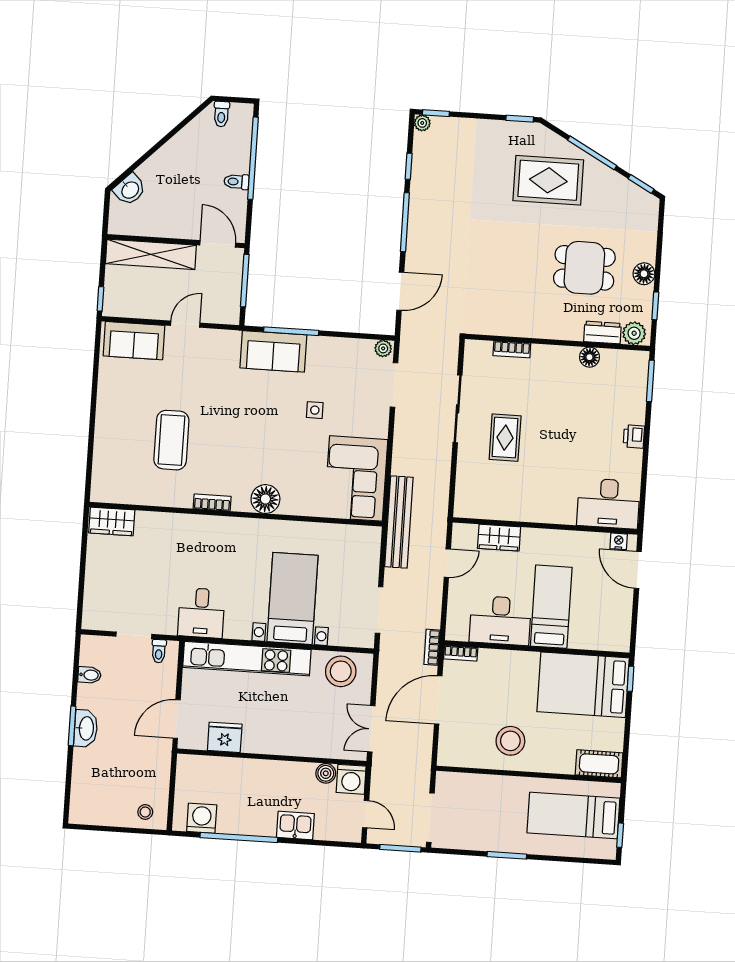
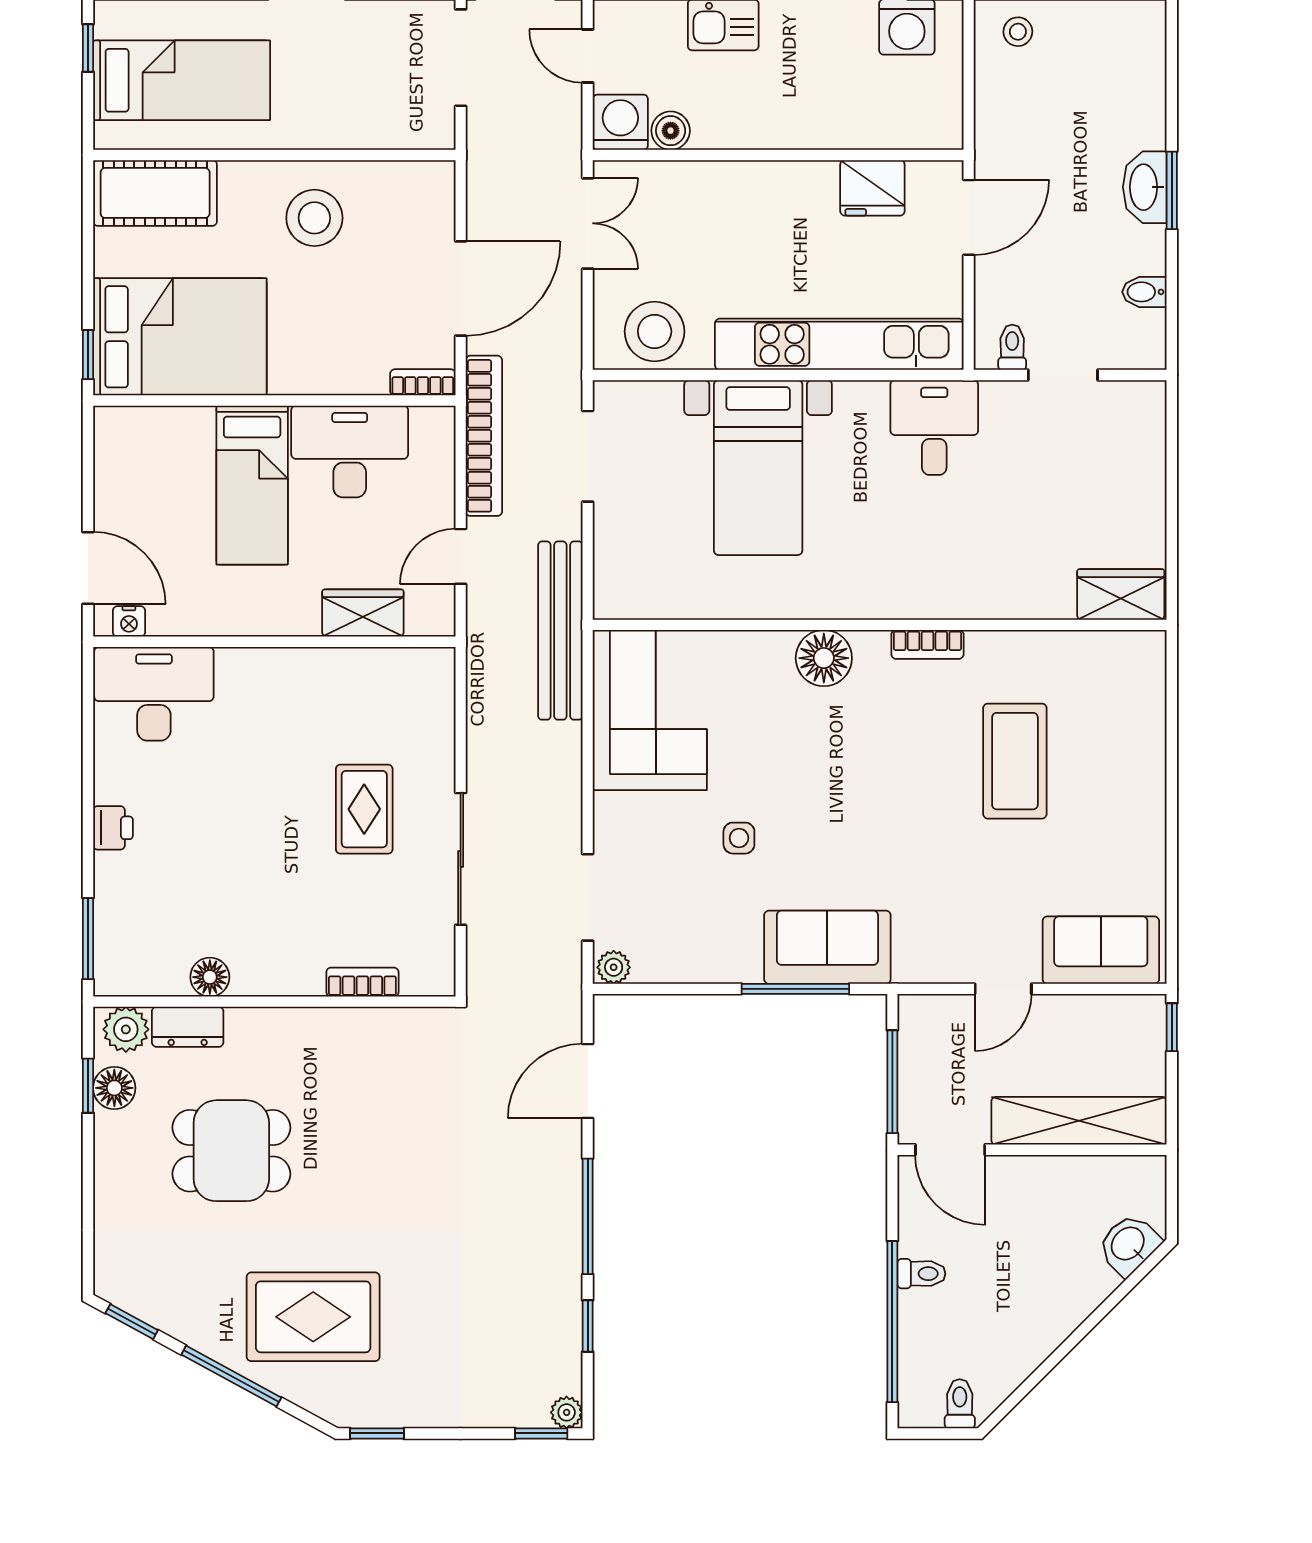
floor lamp: (644, 274) -> (114, 1088), moved
bookcase: (432, 647) -> (484, 436), width x2.31, depth x1.31
cot: (599, 764) -> (155, 193), width x1.37, depth x1.34

